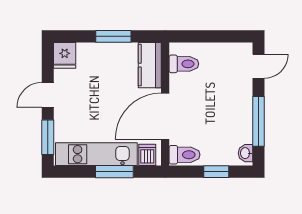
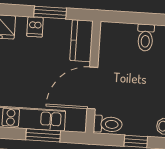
toilet: (184, 64) -> (145, 38), moved, turned 90
dishwasher: (147, 155) -> (35, 27), moved, turned 180

